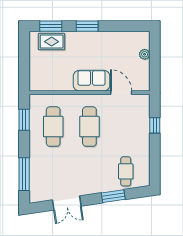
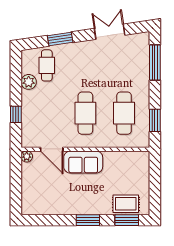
plant: (145, 54) -> (27, 156), moved
plant: (143, 156) -> (29, 82), added

